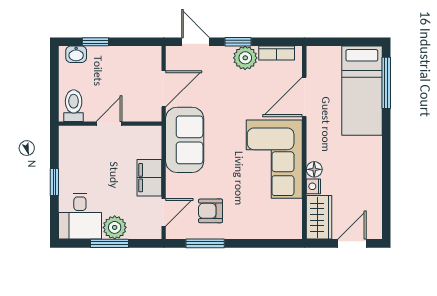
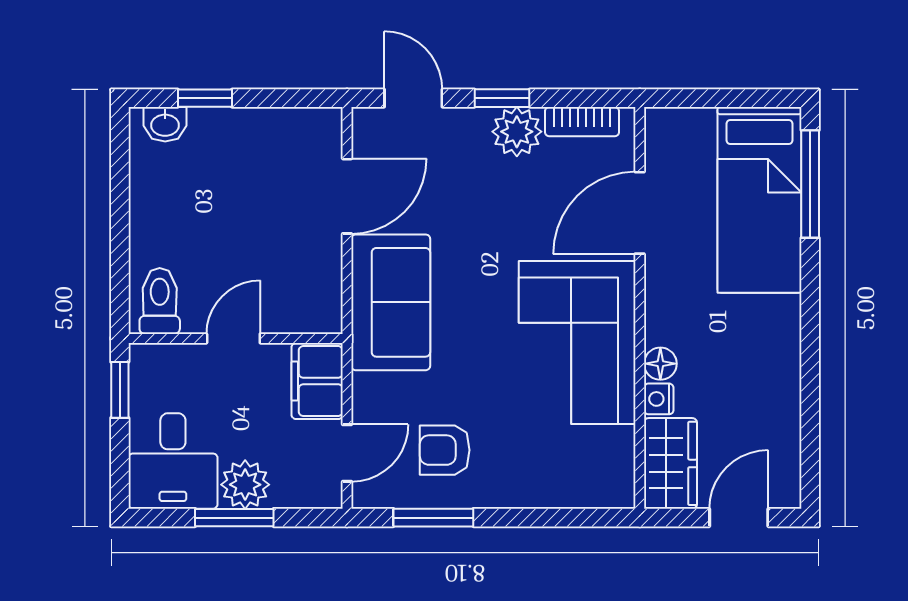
toilet: (74, 106) -> (160, 301), moved
door: (109, 124) -> (233, 338), moved
wall: (110, 124) -> (236, 338), moved

